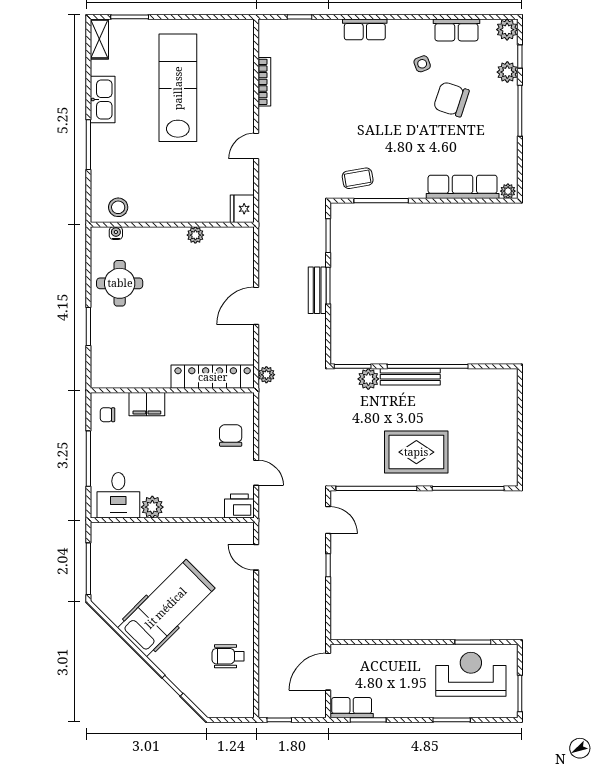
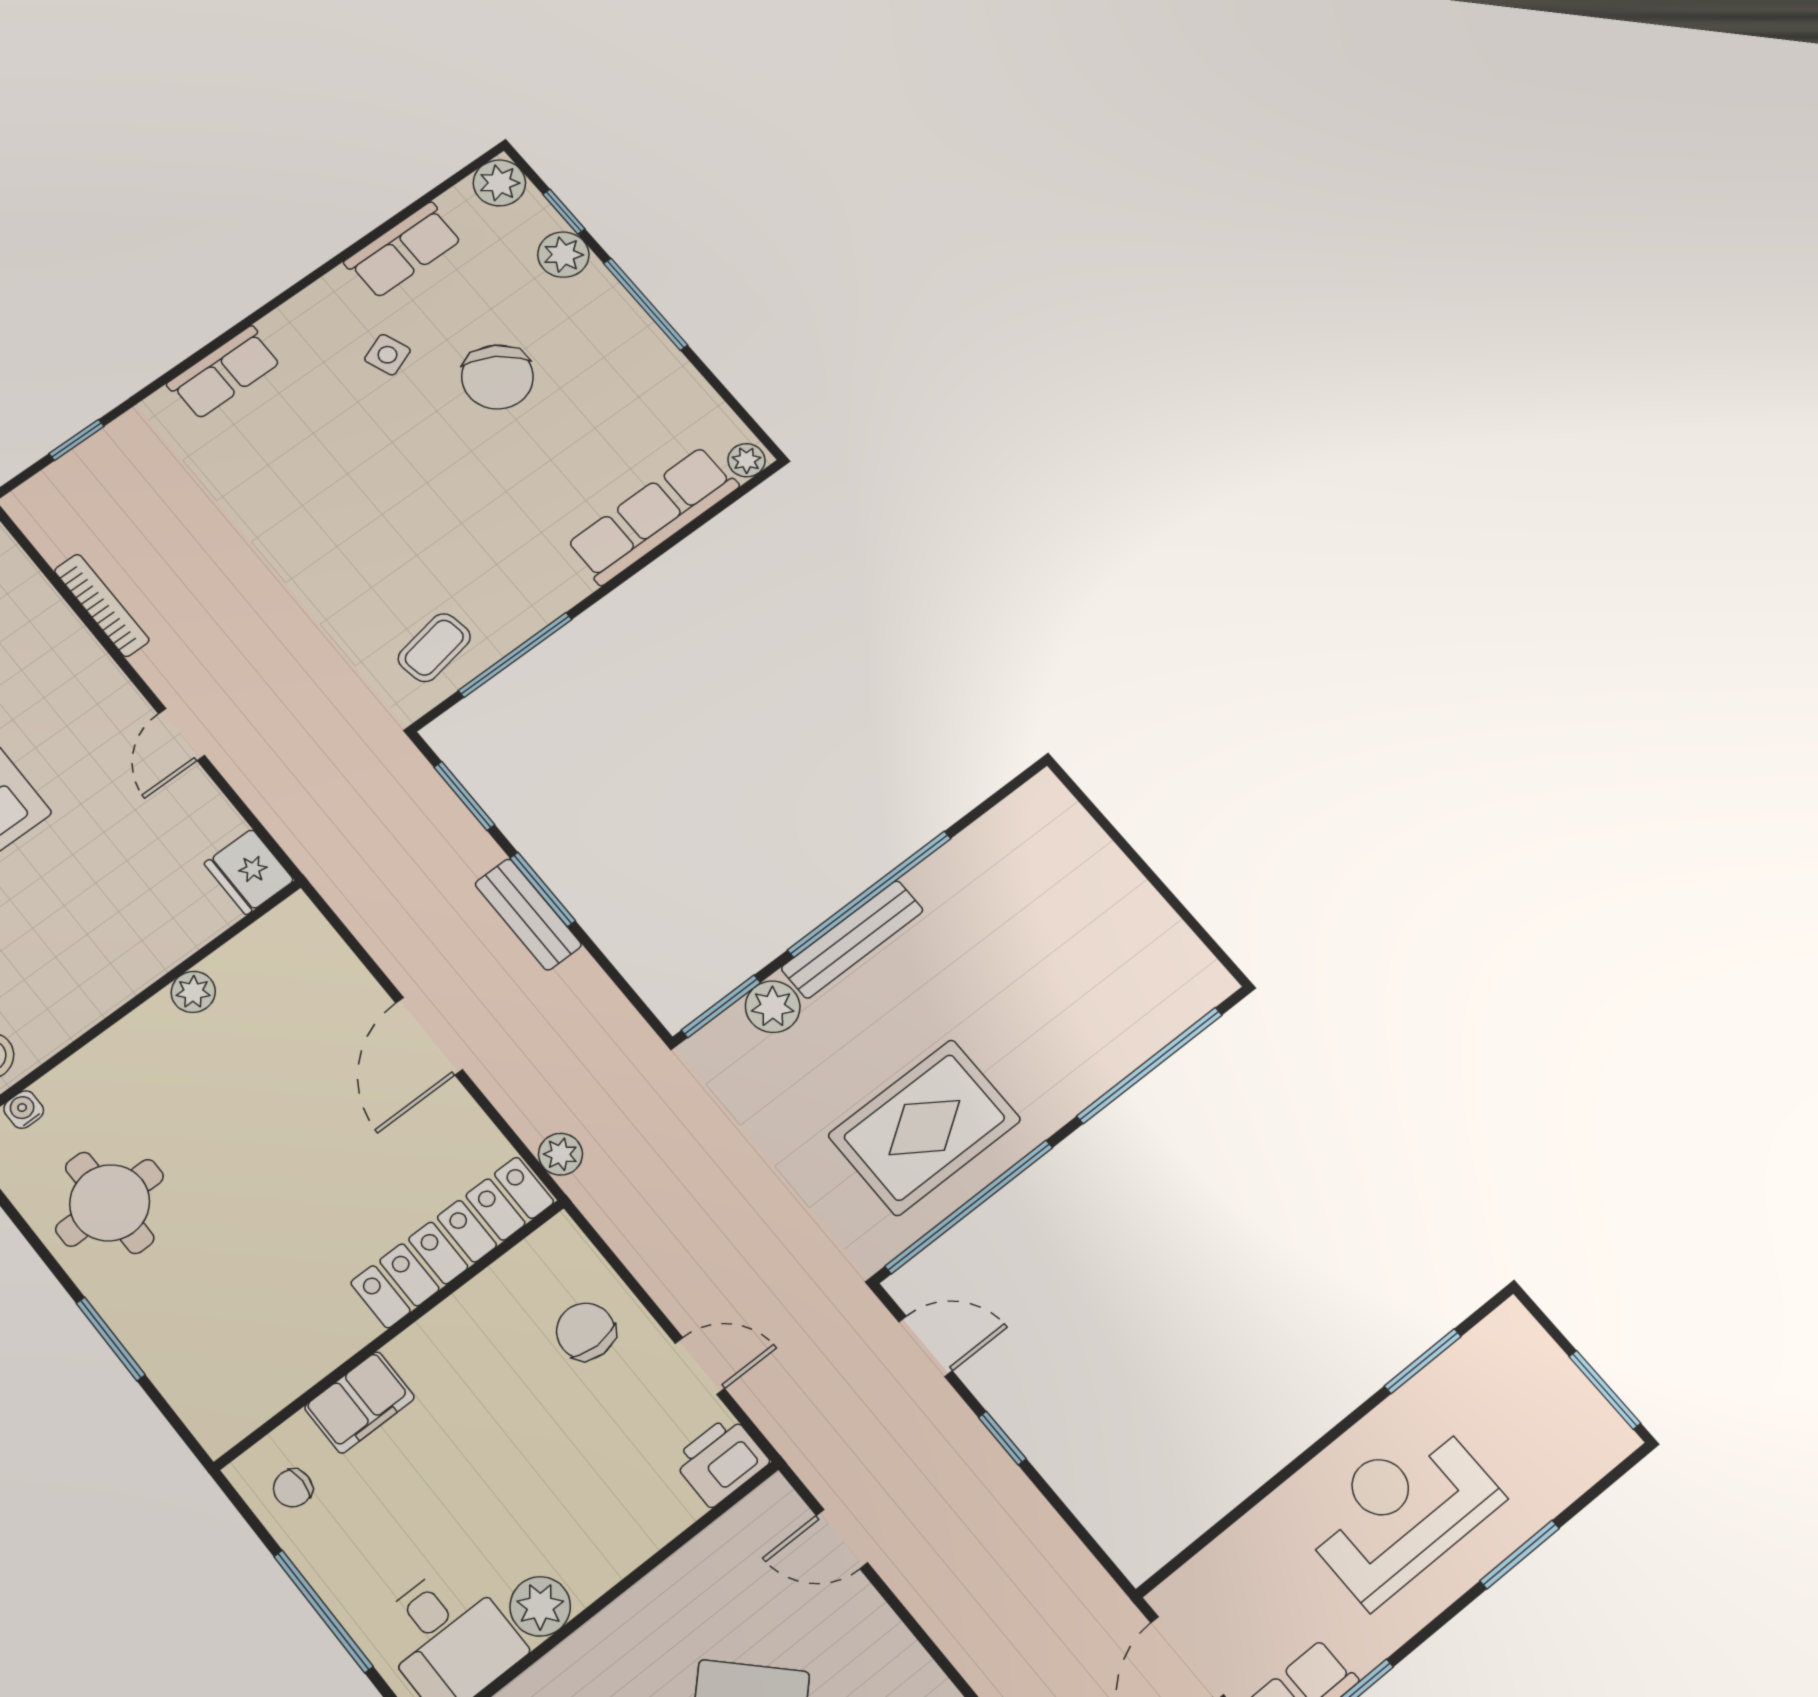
chair: (451, 99) -> (497, 377), turned -75
rug: (416, 452) -> (924, 1127), moved
reception desk: (471, 674) -> (1400, 1511), moved

